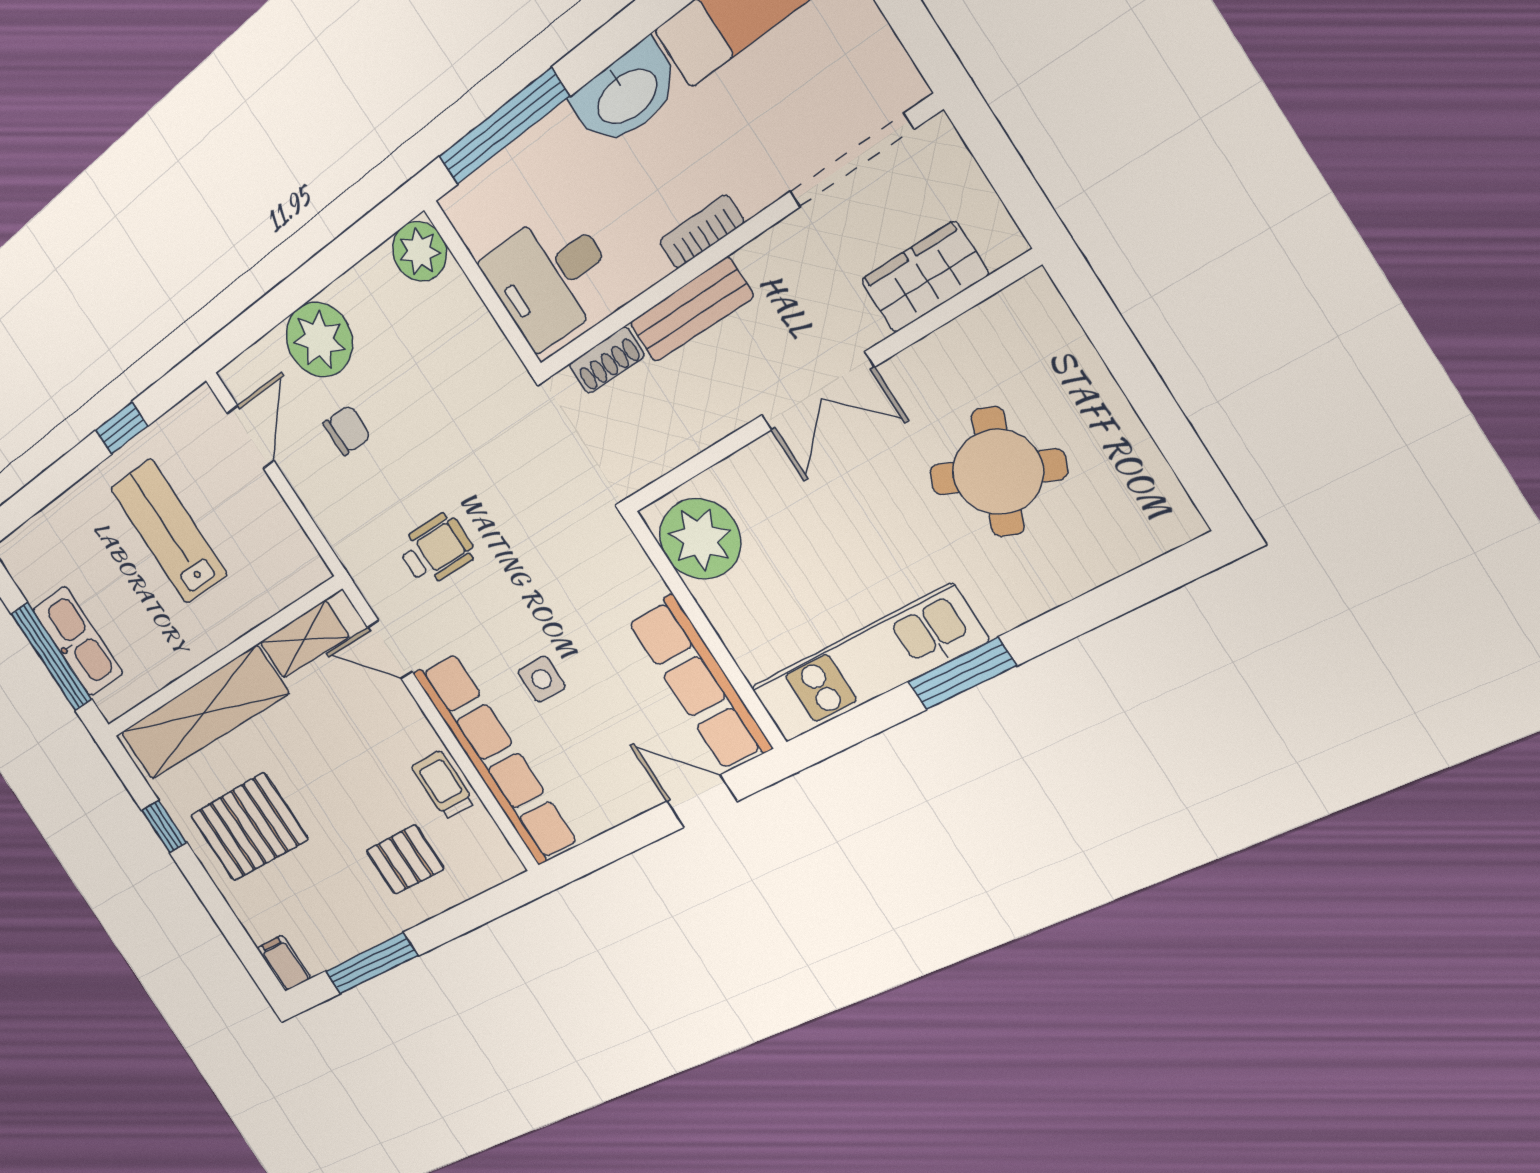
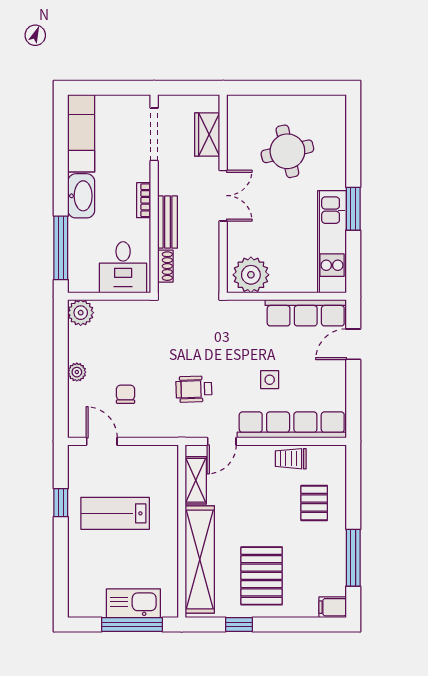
plant: (319, 340) -> (77, 372), width x0.53, depth x0.53
round table: (998, 472) -> (287, 151), turned -35
wheelchair: (436, 550) -> (194, 389), turned -92

